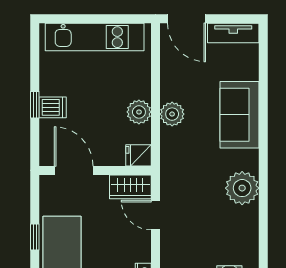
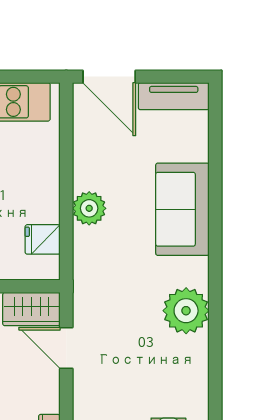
plant: (139, 112) -> (43, 205), removed
fridge: (138, 155) -> (43, 239), moved

